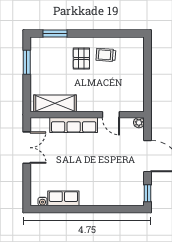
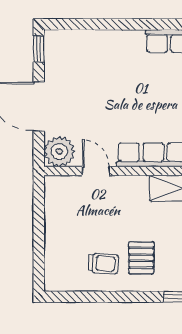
plant: (139, 123) -> (59, 151), width x1.88, depth x1.88

